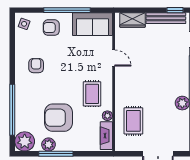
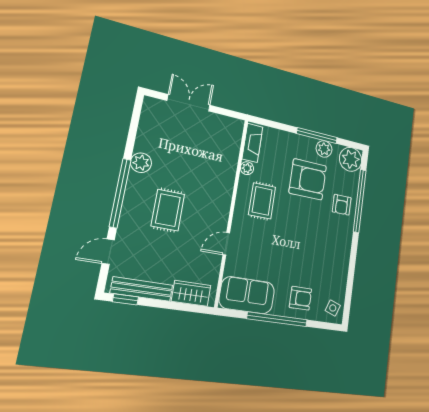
door: (114, 58) -> (226, 244), hinge flipped
armchair: (36, 66) -> (342, 205), moved
rug: (133, 121) -> (168, 210), moved

